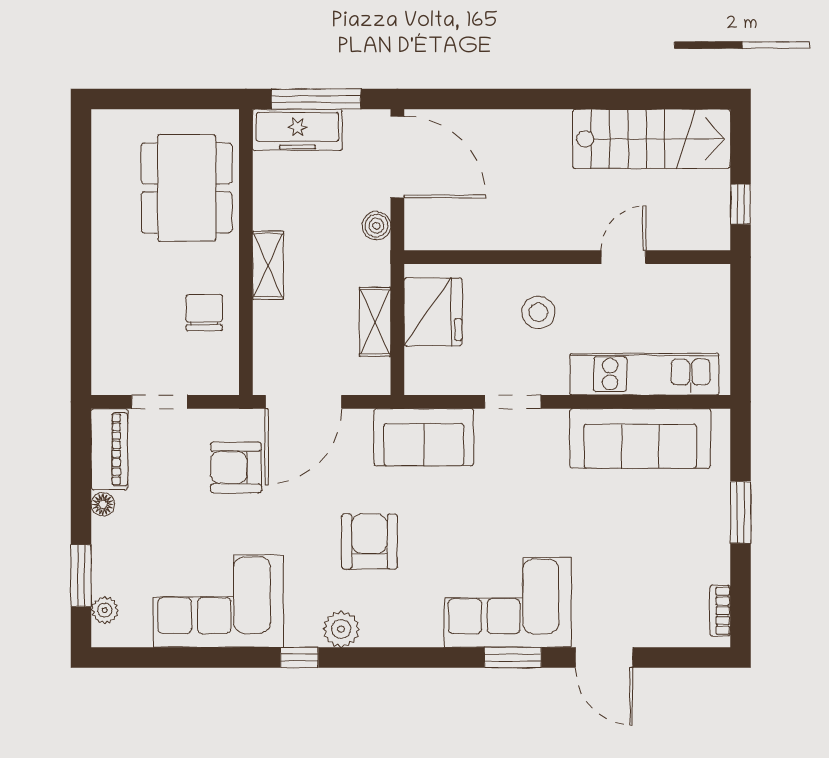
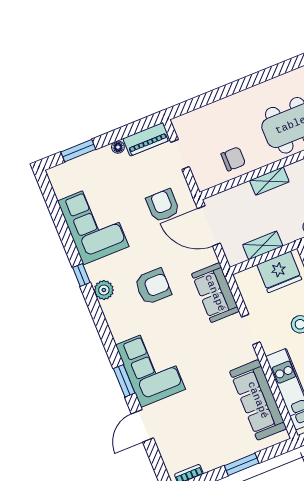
plant: (105, 610) -> (66, 169), removed

